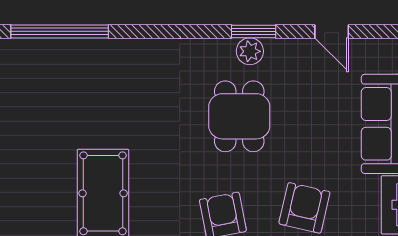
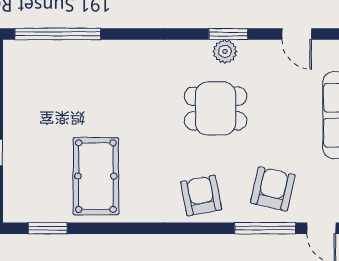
dining table: (239, 116) -> (216, 109), turned 90

